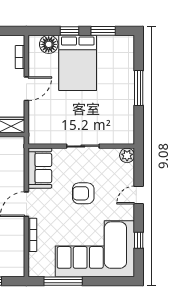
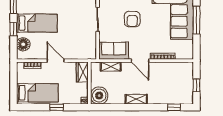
bed: (78, 63) -> (37, 23), width x0.67
shelving: (18, 164) -> (111, 67), added
window: (63, 281) -> (196, 20), moved

